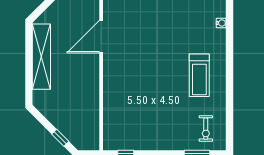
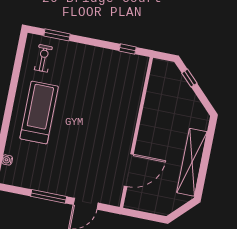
treadmill: (199, 75) -> (39, 112), width x1.37, depth x1.38

